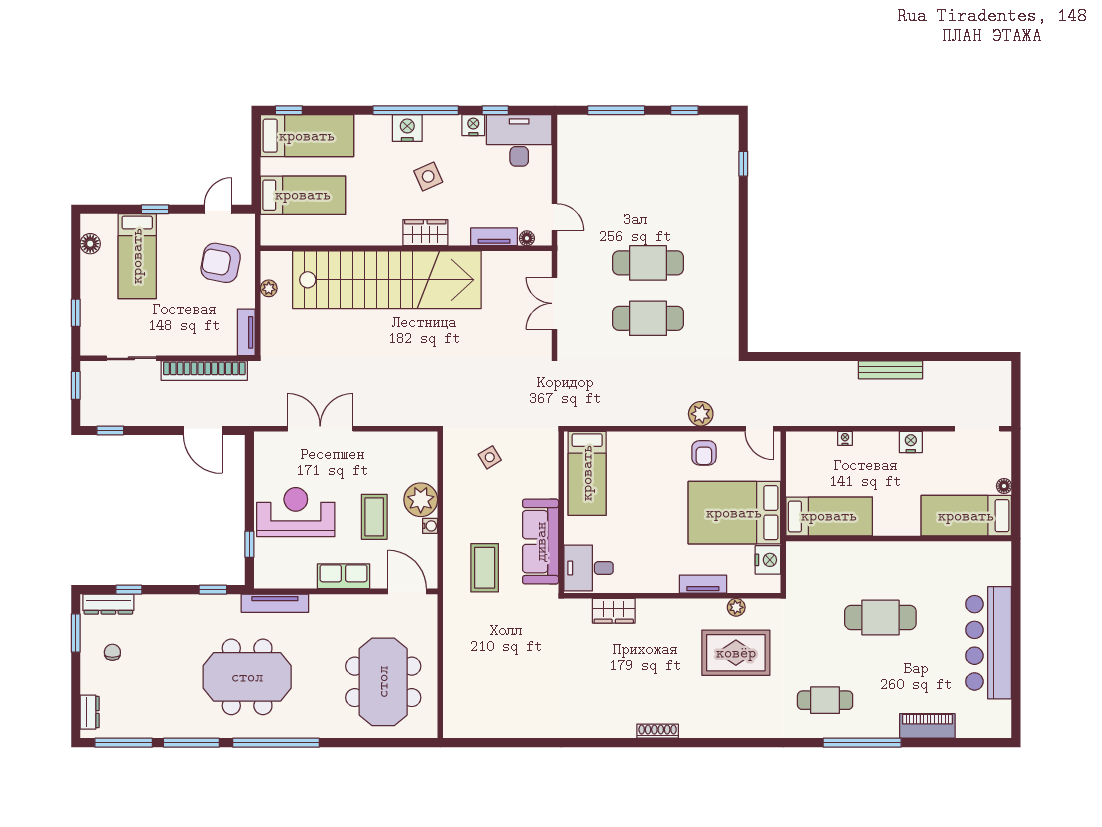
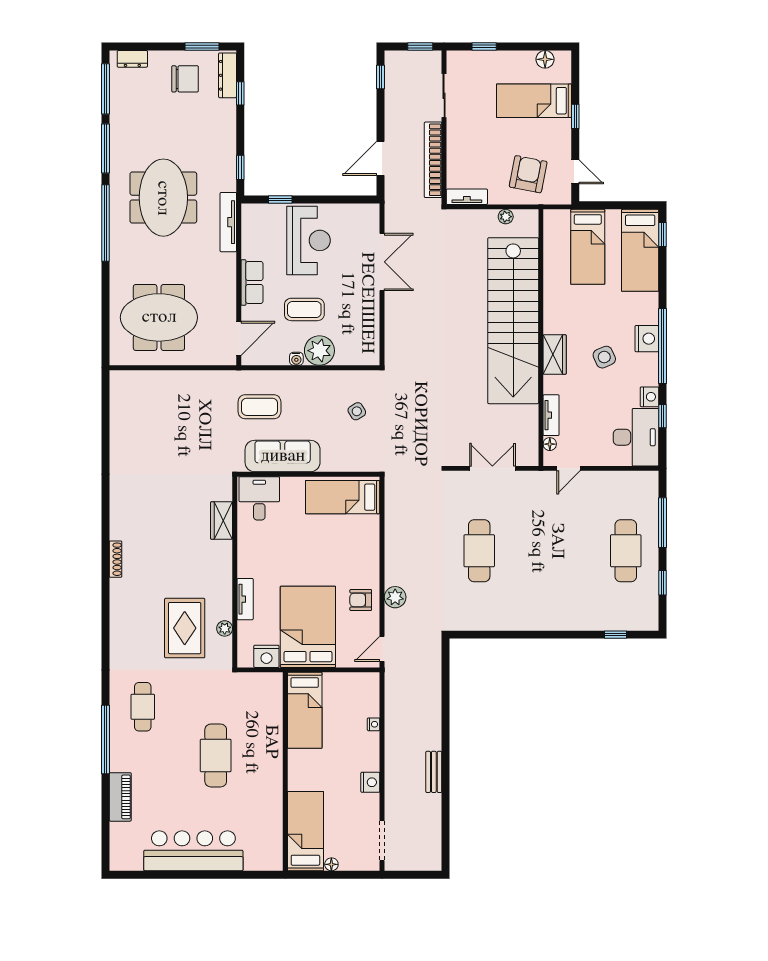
cafe table: (648, 263) -> (626, 551), moved
bench: (891, 370) -> (434, 772), width x0.73
chair: (112, 652) -> (185, 79), width x1.87, depth x1.87

